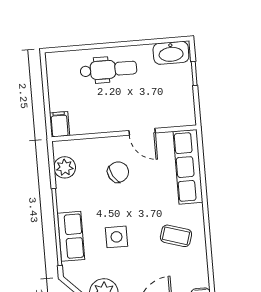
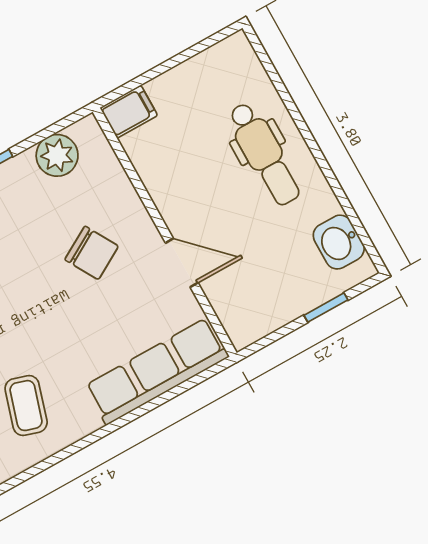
washbasin: (171, 53) -> (339, 242), width x0.72
door: (142, 132) -> (182, 263), swing flipped

